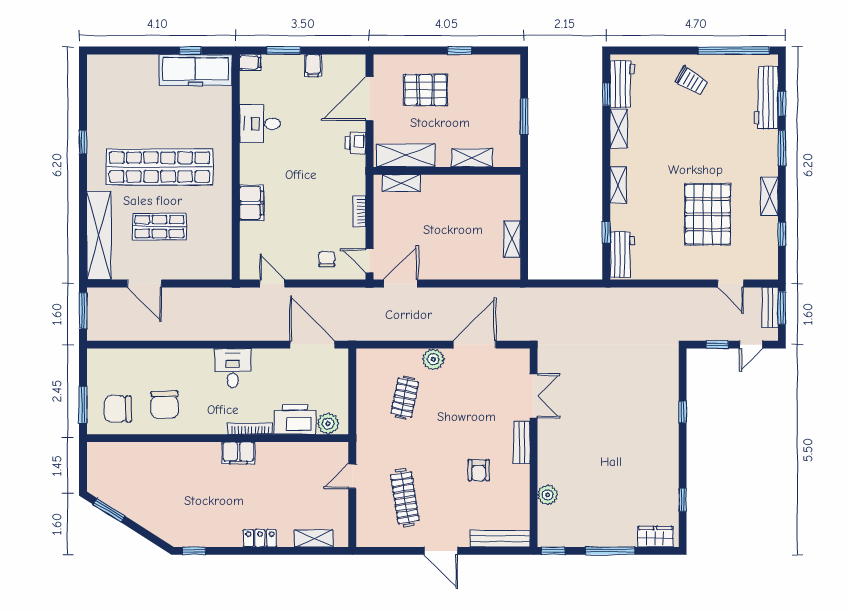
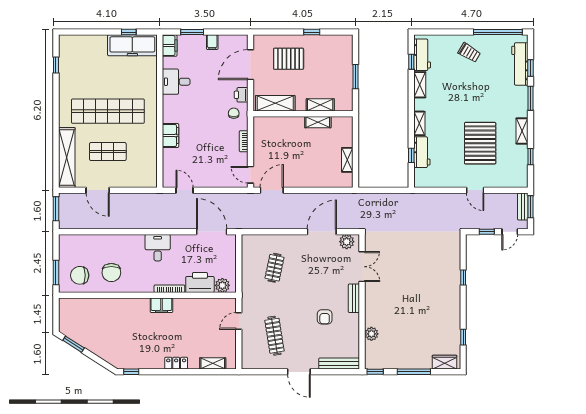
filing cabinet: (250, 62) -> (170, 46), width x2.00
window: (83, 142) -> (56, 65), moved
shelving: (401, 183) -> (318, 122), moved
workbench: (622, 255) -> (422, 152), moved
chair: (327, 259) -> (234, 113), moved
door: (731, 284) -> (475, 190), moved
plant: (433, 359) -> (347, 242), moved

